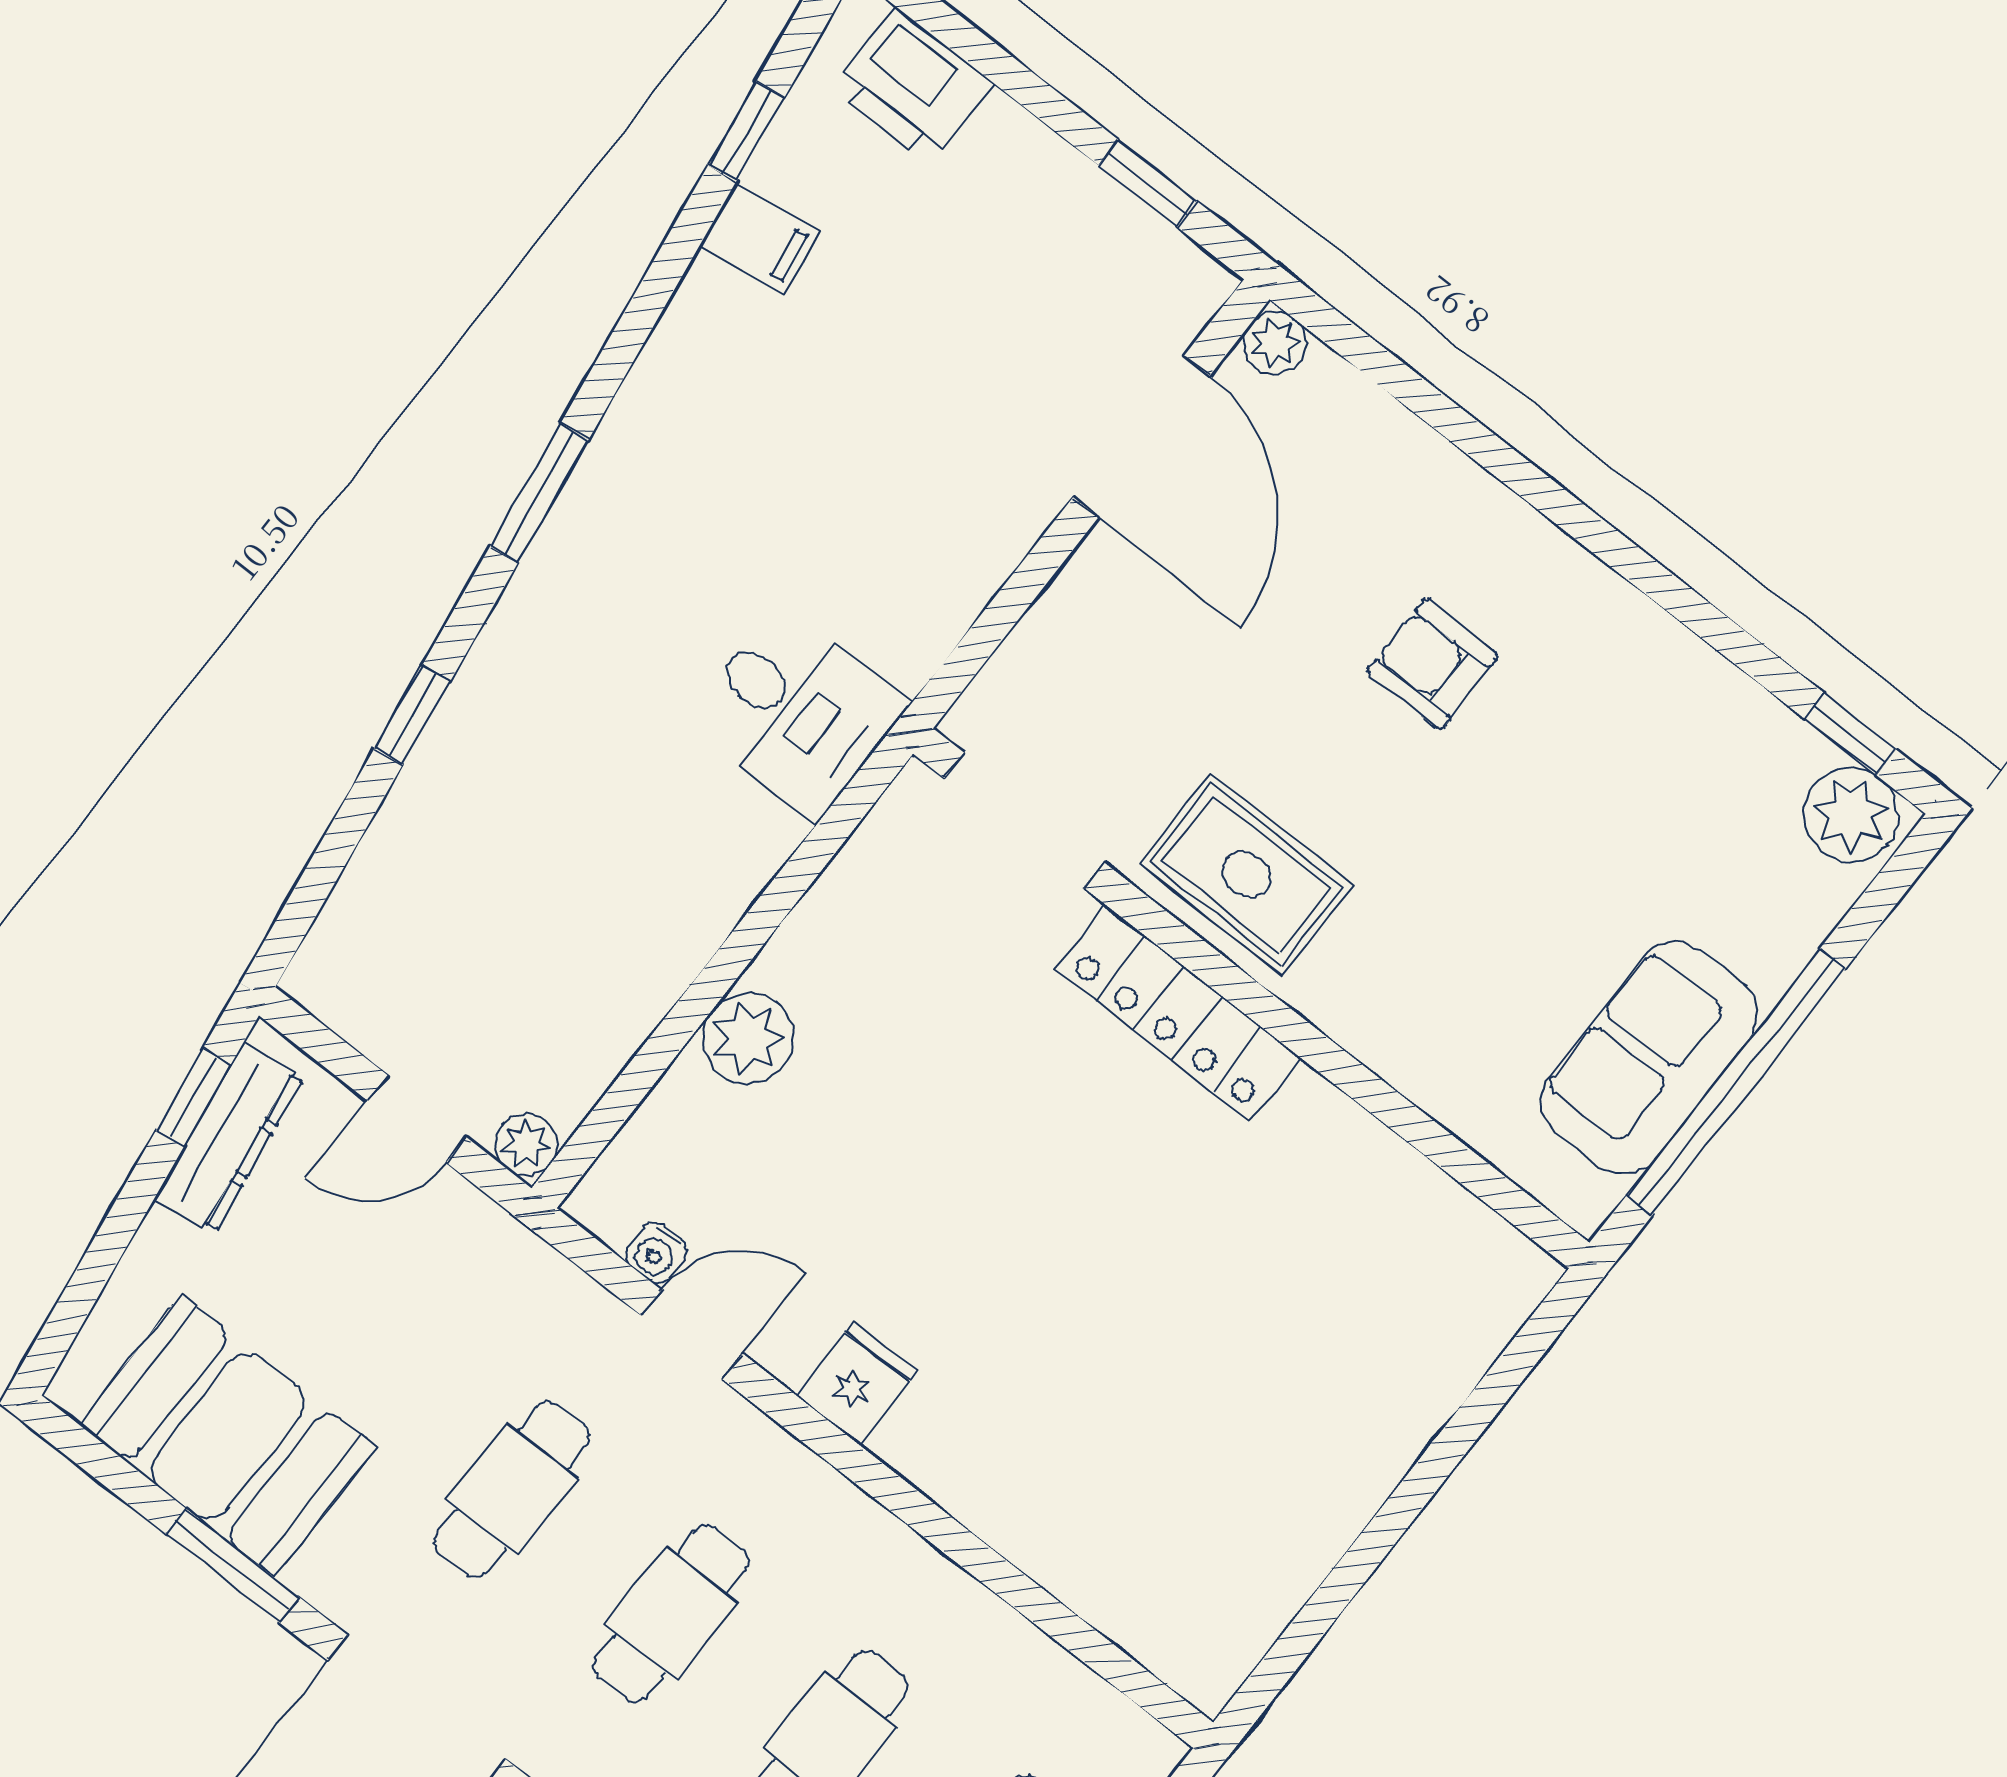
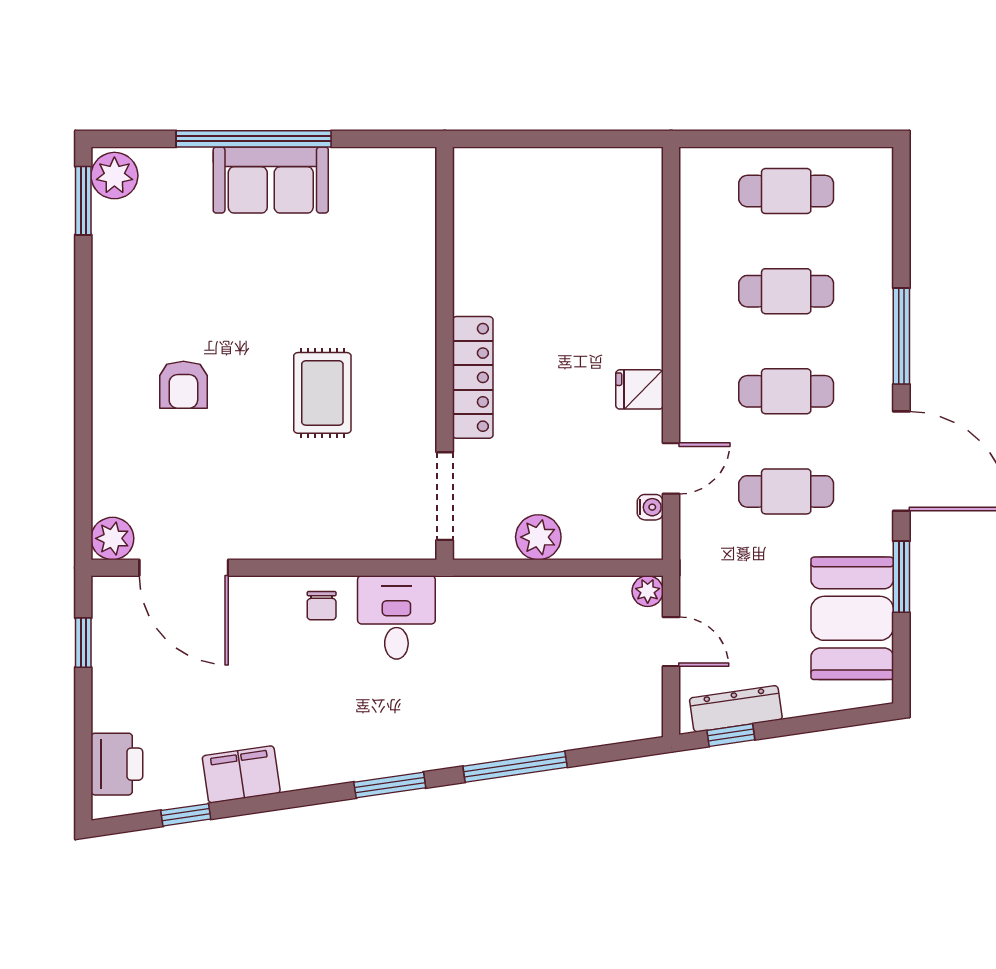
filing cabinet: (760, 239) -> (241, 774), width x2.00
plant: (1275, 343) -> (112, 538), width x1.38, depth x1.38
door: (1141, 436) -> (184, 568), swing flipped
chair: (909, 608) -> (322, 606), added
window: (412, 715) -> (515, 767), width x2.17
window: (1850, 734) -> (83, 201), width x1.50
doorway: (1024, 820) -> (445, 496), moved
wall: (1251, 998) -> (445, 353), moved
locker: (1178, 1013) -> (473, 377), moved
door: (692, 1335) -> (671, 468), swing flipped

